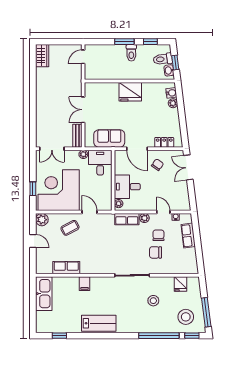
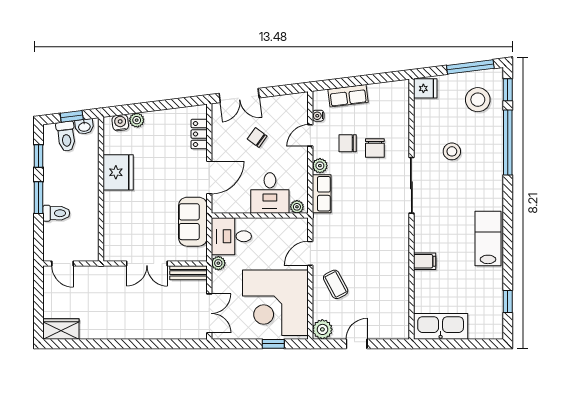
toilet: (131, 53) -> (56, 213), moved
fridge: (130, 92) -> (118, 172), moved
chair: (158, 165) -> (257, 137), moved
row of seats: (66, 268) -> (399, 290), removed
fridge: (180, 284) -> (425, 88), moved

